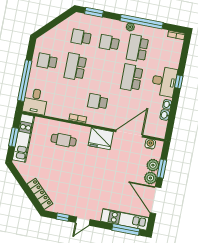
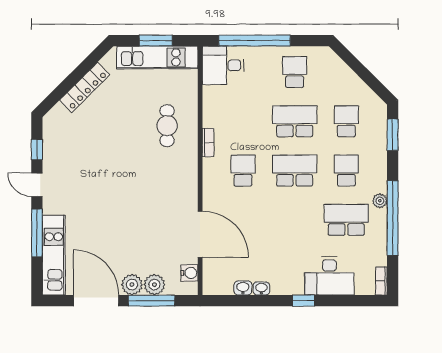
school desk: (132, 78) -> (295, 171), moved
desk: (164, 81) -> (329, 276), moved
fridge: (101, 139) -> (182, 188), removed
window: (162, 169) -> (151, 301), width x1.44
locker: (40, 194) -> (85, 87), moved
door: (156, 200) -> (96, 301), hinge flipped
window: (126, 230) -> (37, 233), moved

